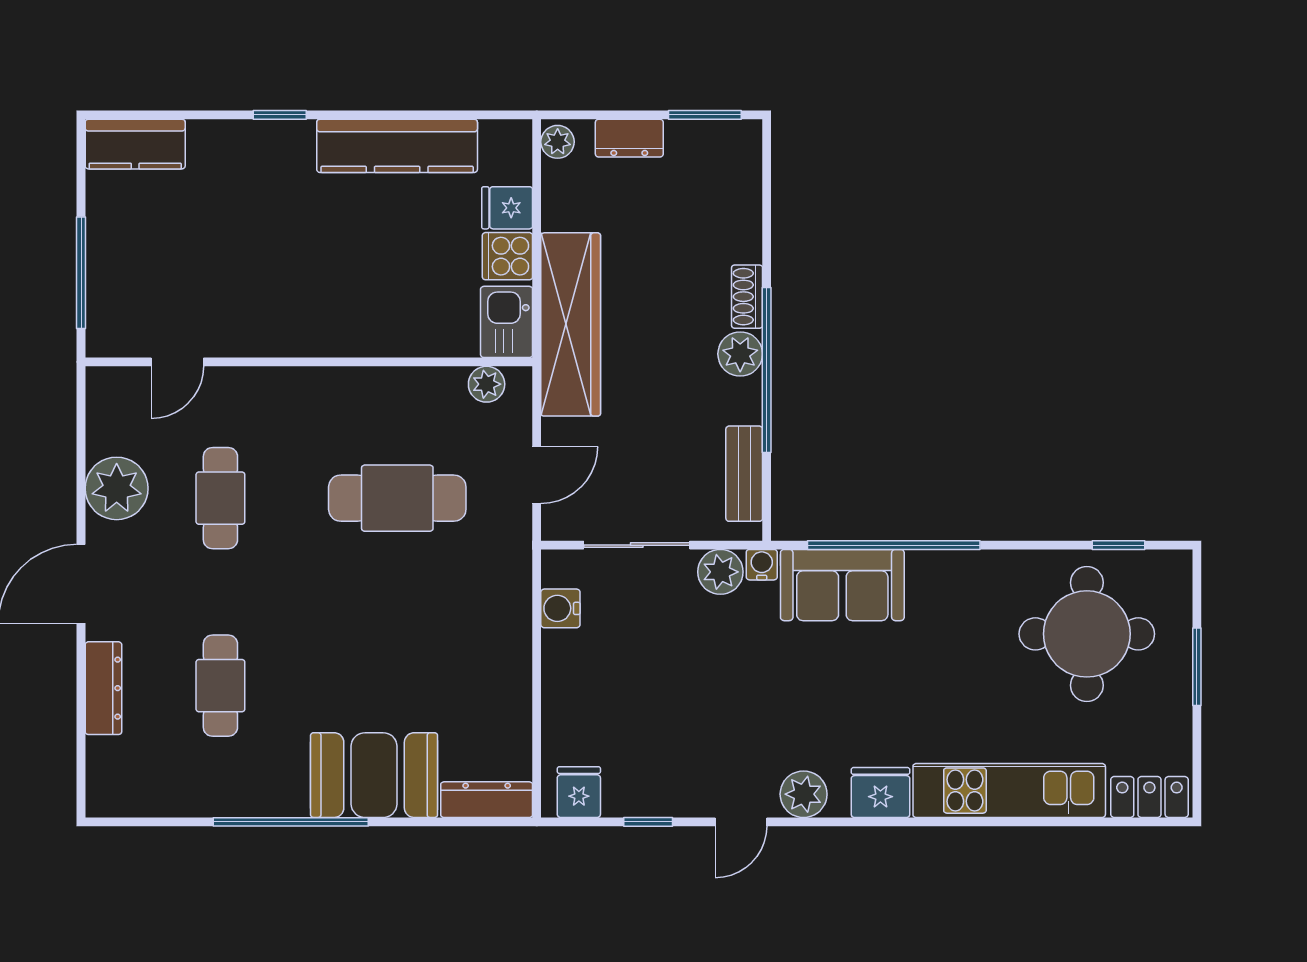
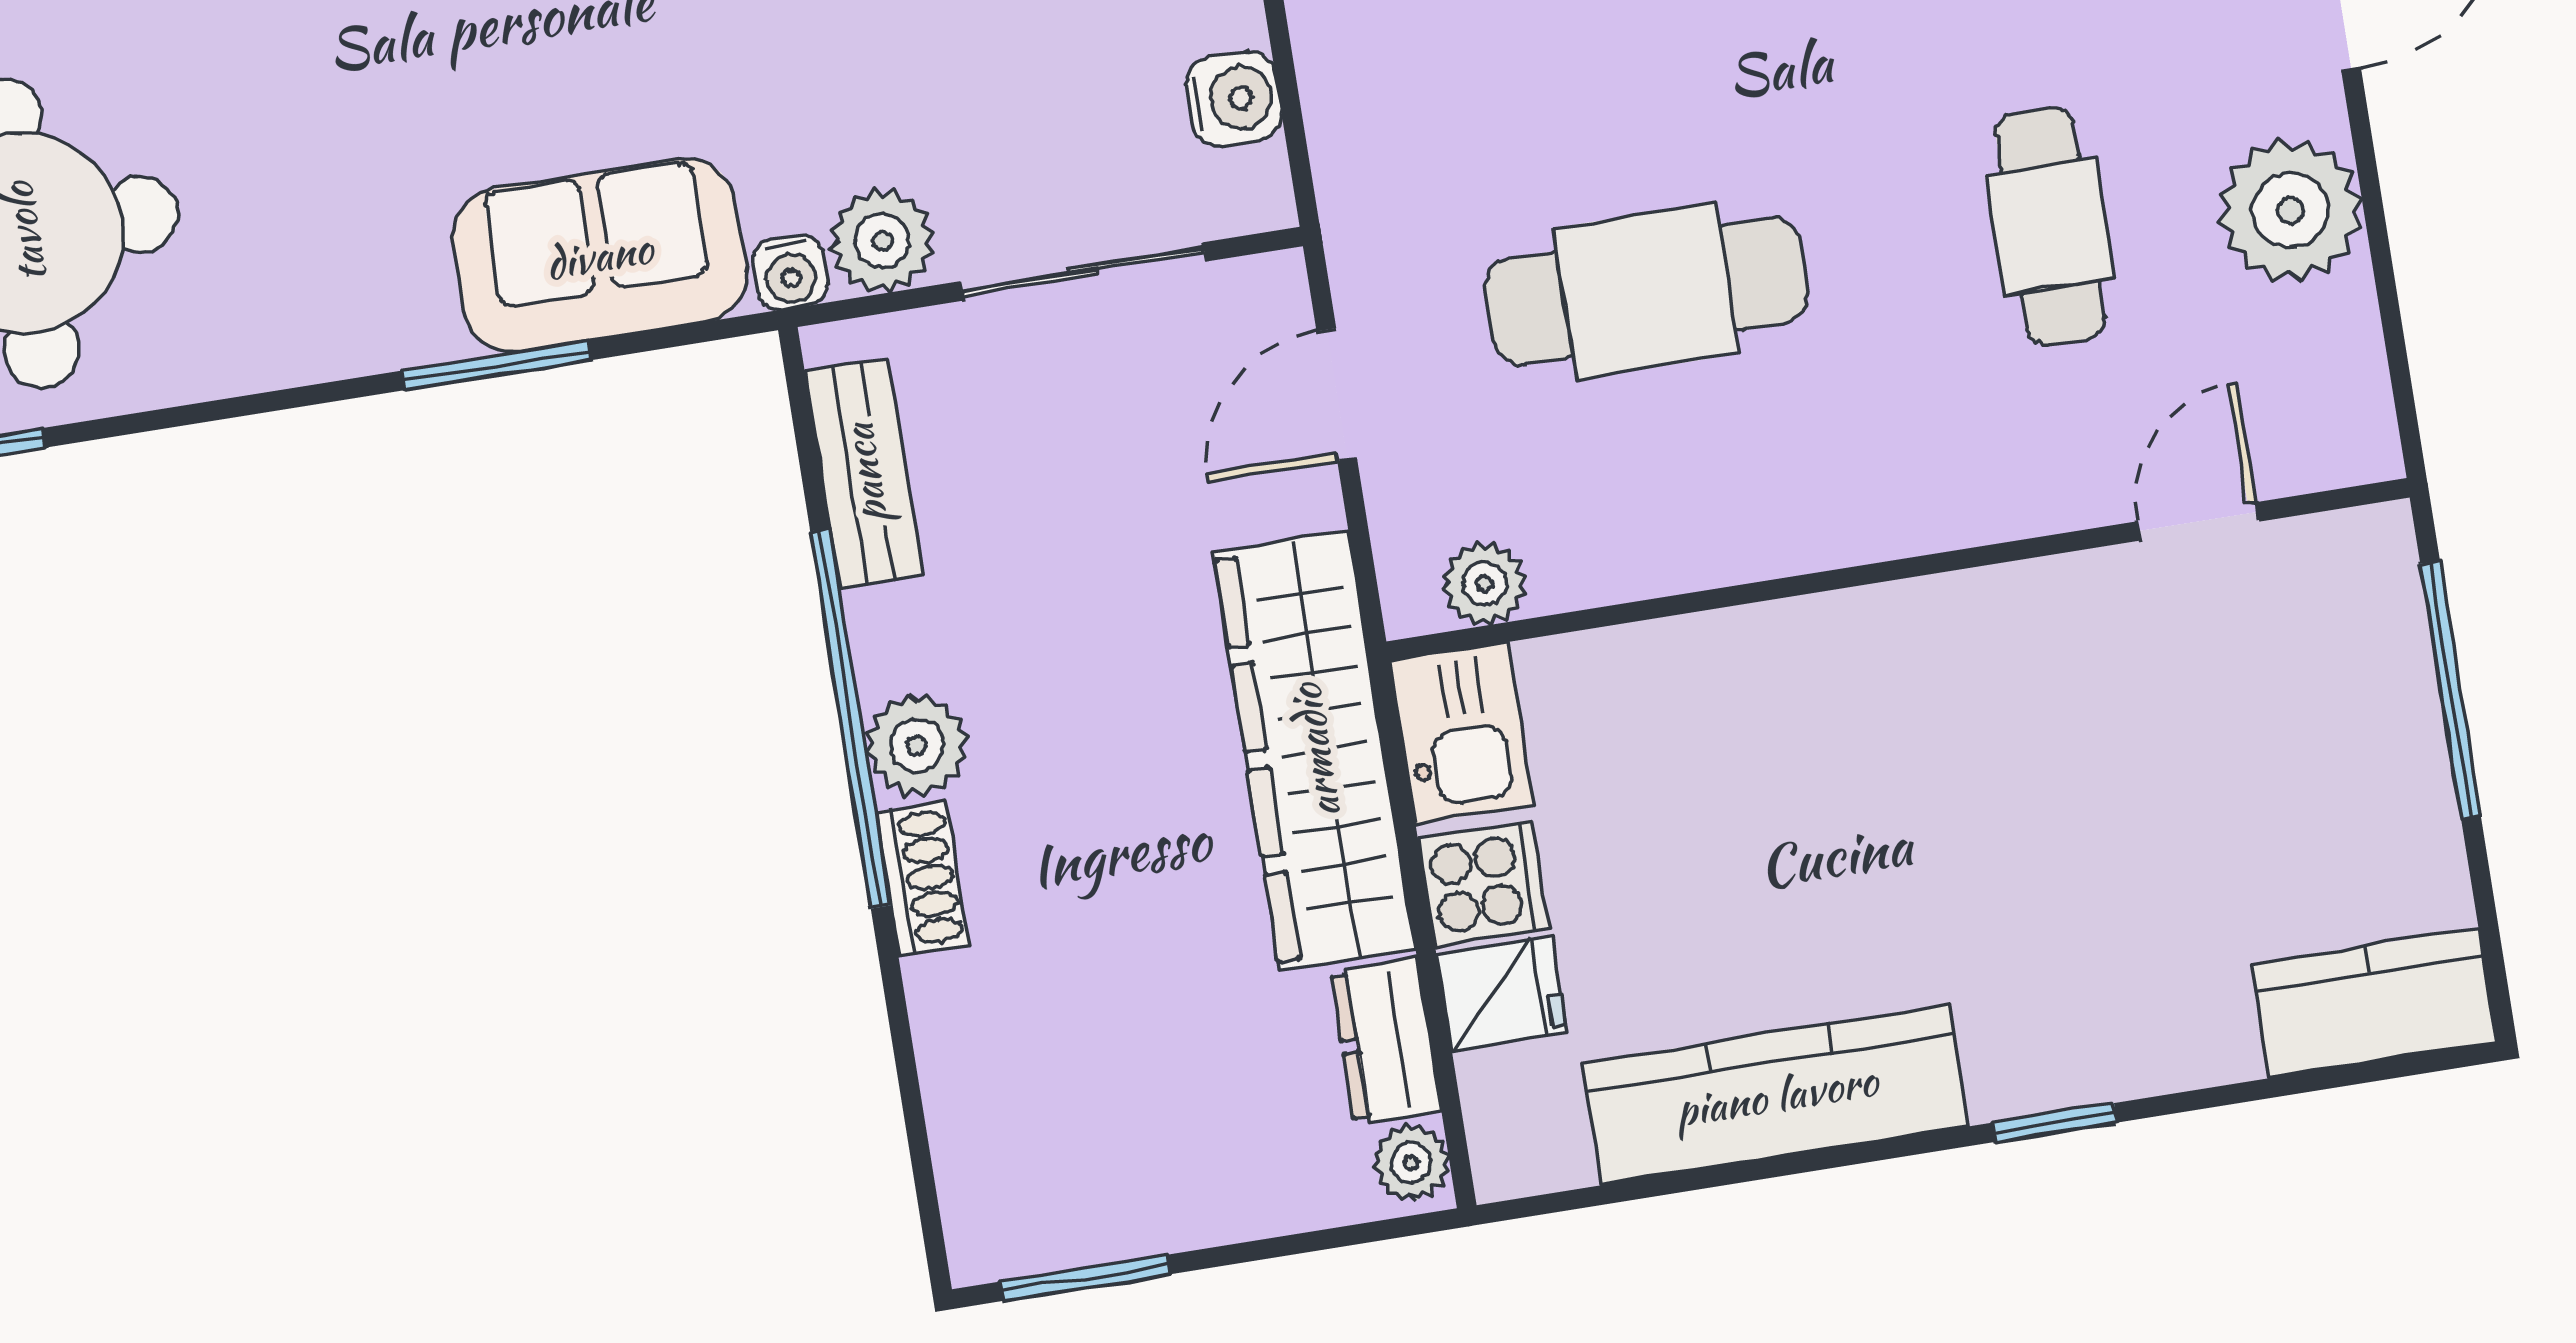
dresser: (629, 138) -> (1386, 1041), moved, turned -90
window: (894, 545) -> (497, 365), width x0.47

